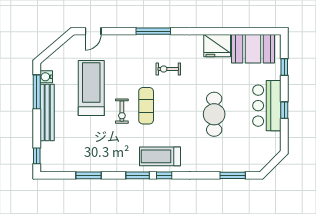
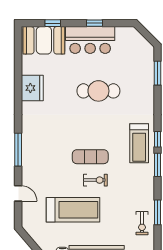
door: (93, 31) -> (18, 193), moved
booth: (253, 49) -> (44, 40), moved, turned 90
exercise bike: (168, 69) -> (142, 223), moved
treadmill: (91, 88) -> (73, 210), turned 180

